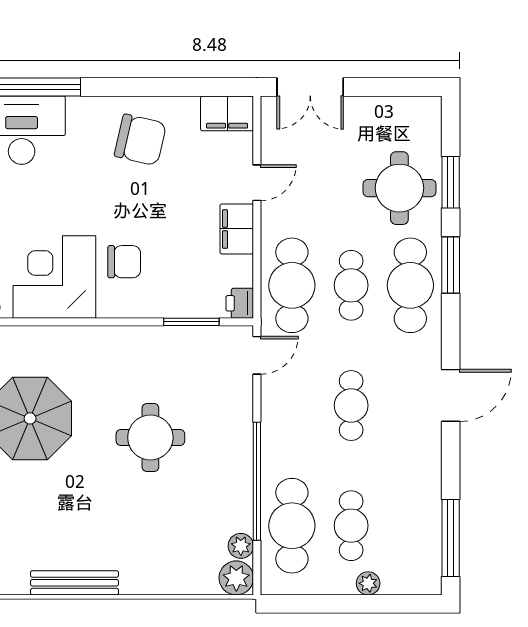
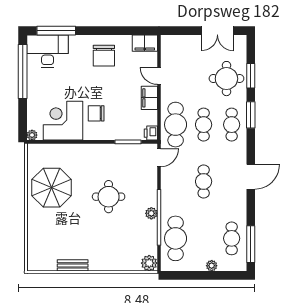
double door: (310, 87) -> (217, 31), moved
chair: (140, 140) -> (104, 56), turned 77
door: (257, 183) -> (159, 76), swing flipped
chair: (124, 262) -> (96, 113), turned 180
cafe table: (410, 285) -> (232, 125), width x0.73, depth x0.74
cafe table: (351, 526) -> (232, 238), moved
plant: (241, 546) -> (151, 213), moved
bench: (74, 583) -> (73, 265), width x0.73

